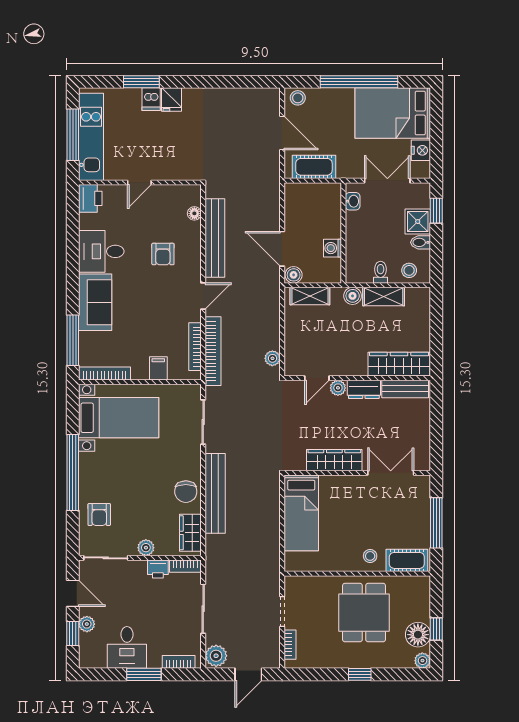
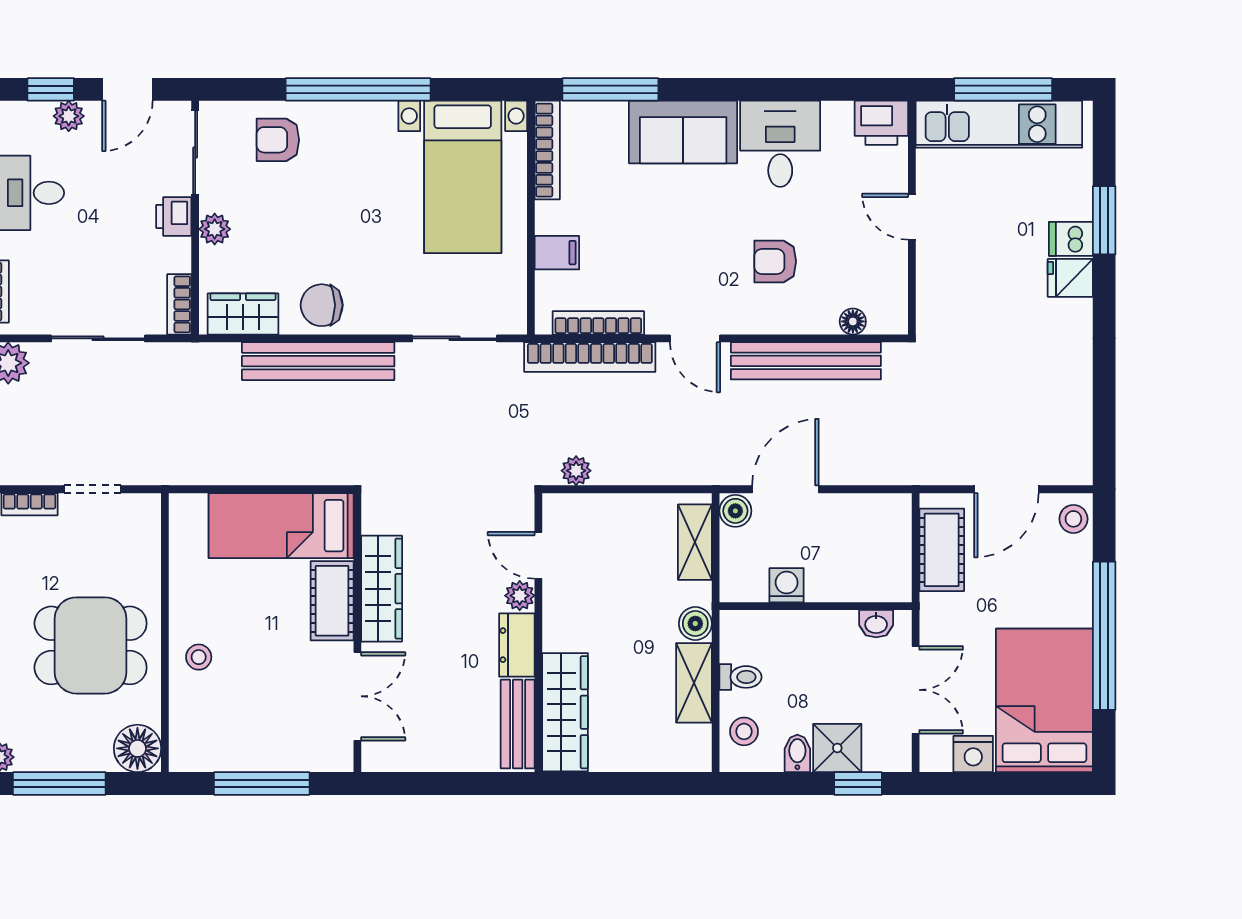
cot: (407, 560) -> (332, 601), moved
printer: (158, 569) -> (174, 216), moved
window: (436, 629) -> (59, 783), width x2.17
floor lamp: (418, 635) -> (137, 748), moved

